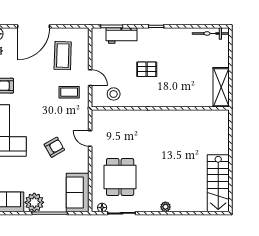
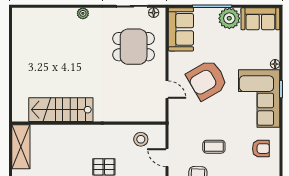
coffee table: (69, 92) -> (214, 147), moved
armchair: (54, 147) -> (207, 80), width x1.88, depth x1.88
dining table: (120, 177) -> (134, 47), turned 90
stairs: (218, 183) -> (61, 110), moved, turned -90

